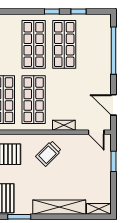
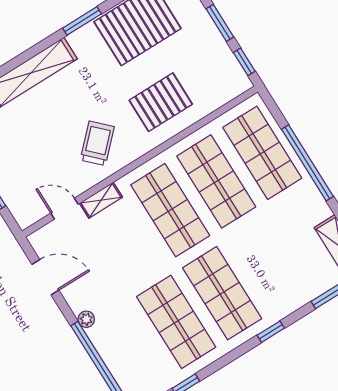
window: (52, 12) -> (271, 332), moved
plant: (106, 73) -> (86, 319), added
door: (96, 132) -> (64, 209), moved

